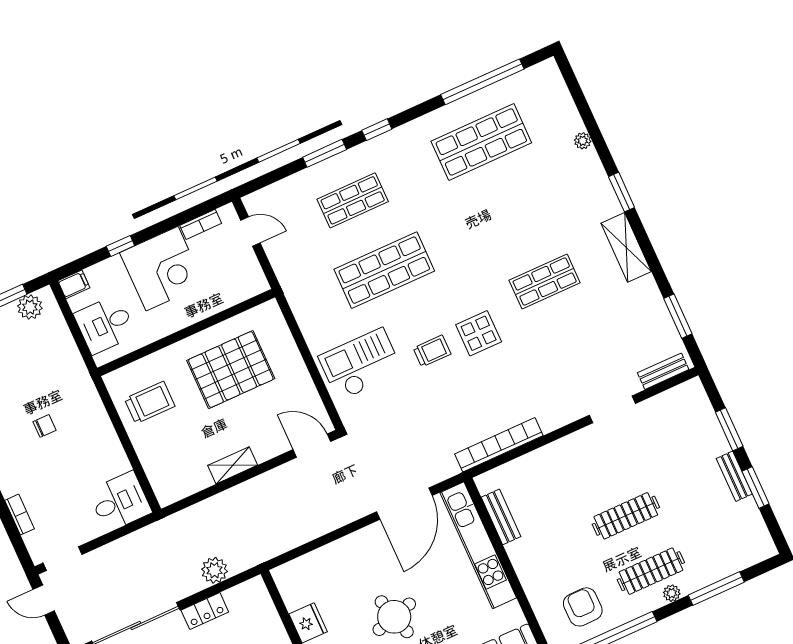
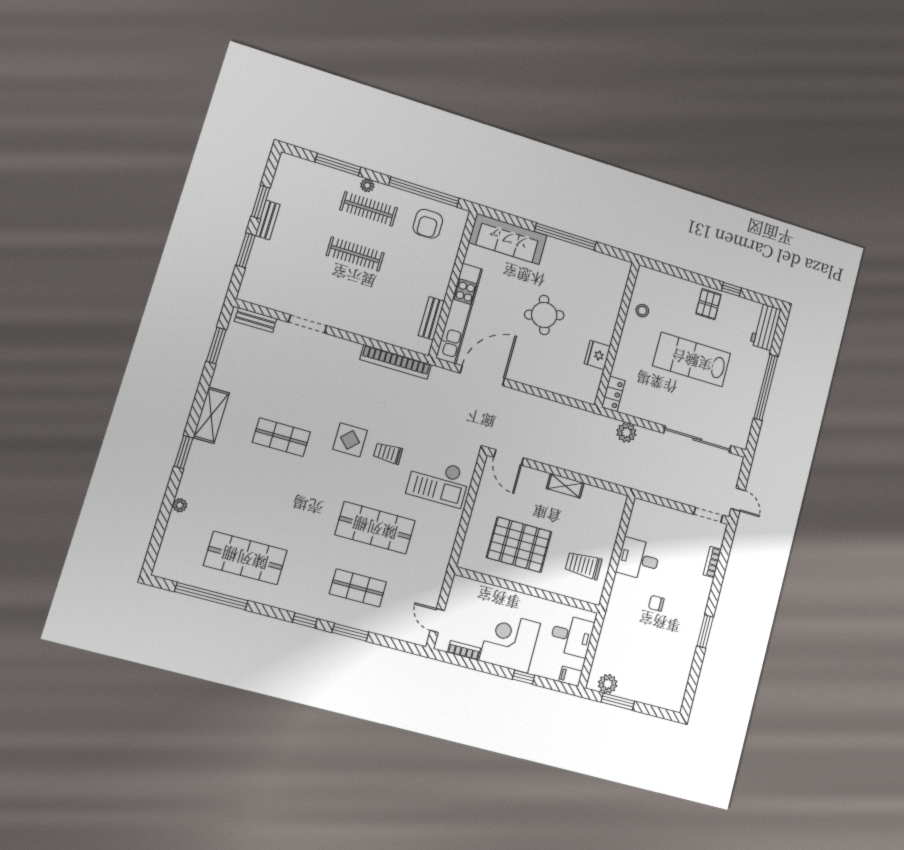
desk: (120, 502) -> (639, 559), moved
locker: (205, 611) -> (613, 394), moved, turned 90

